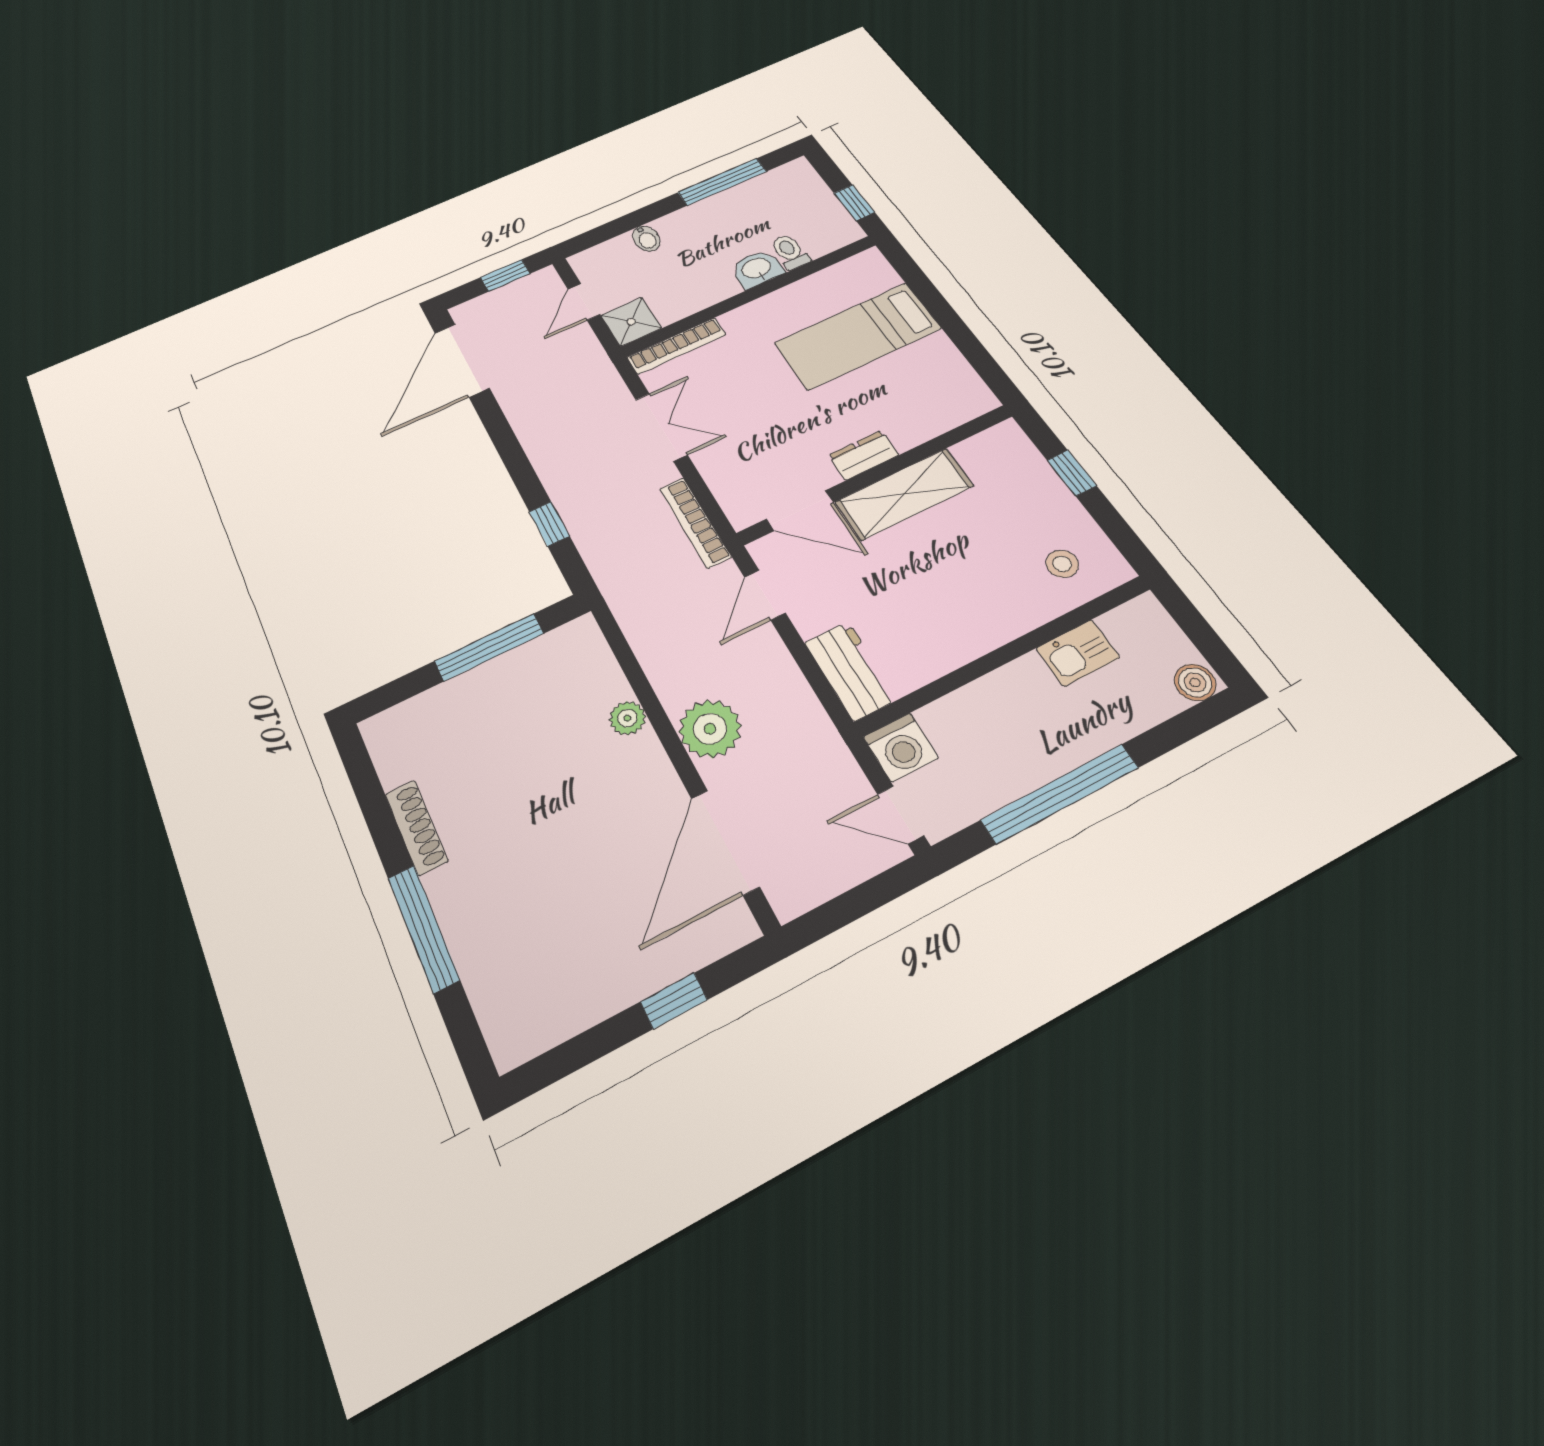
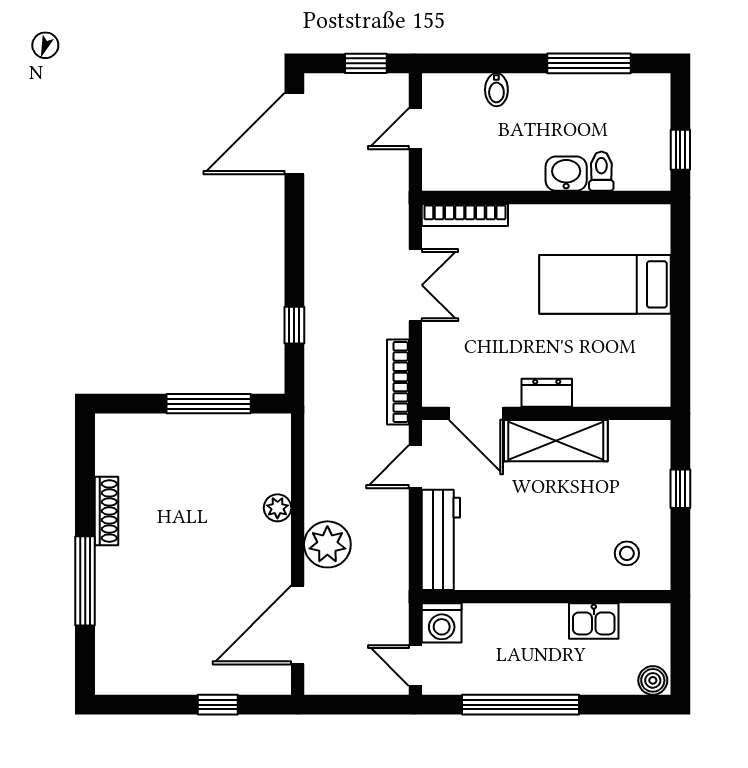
shower: (631, 322) -> (442, 171), removed
workbench: (851, 671) -> (441, 540), width x1.38

